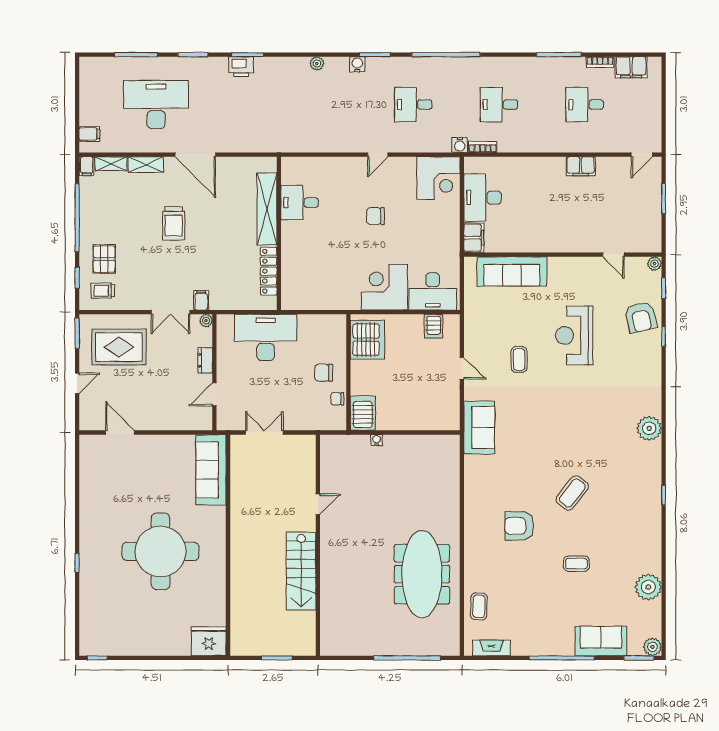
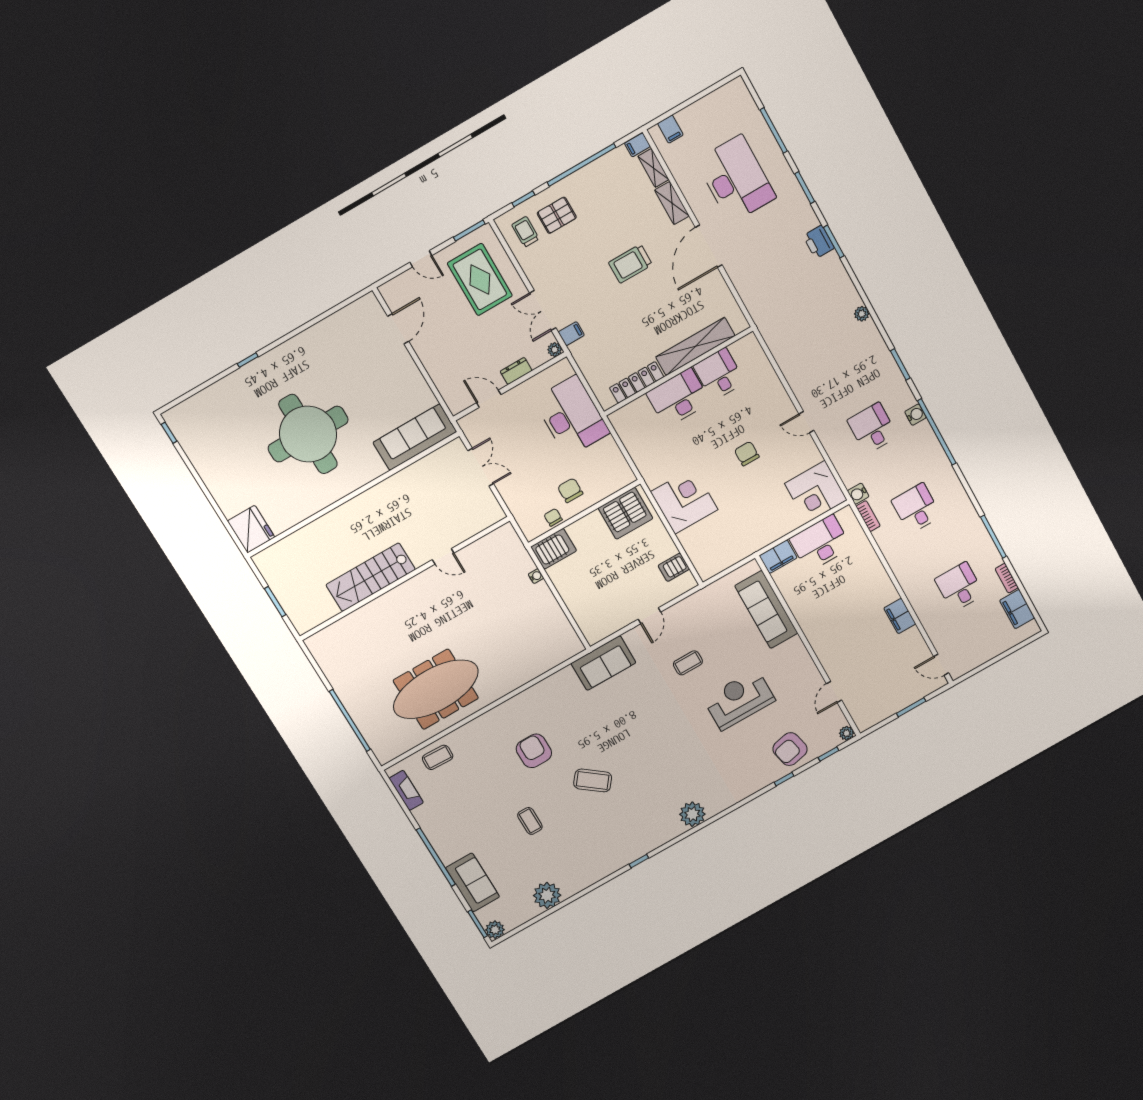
water cooler: (357, 64) -> (915, 415), moved
desk: (433, 291) -> (678, 398), moved, turned 90

